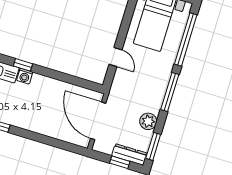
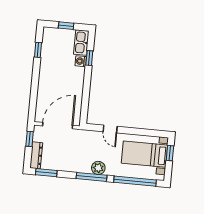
door: (115, 57) -> (110, 129), hinge flipped
plant: (148, 121) -> (98, 168), moved
window: (120, 162) -> (30, 139), moved

